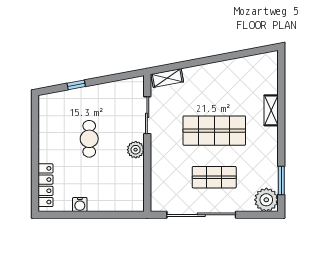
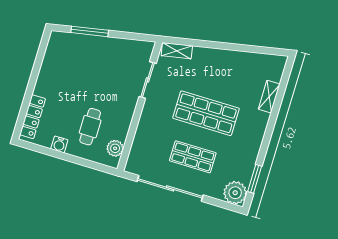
window: (76, 85) -> (90, 31), width x2.17
shelving: (271, 110) -> (269, 97), moved
cafe table: (89, 139) -> (90, 127), moved
plant: (136, 150) -> (115, 148), moved

